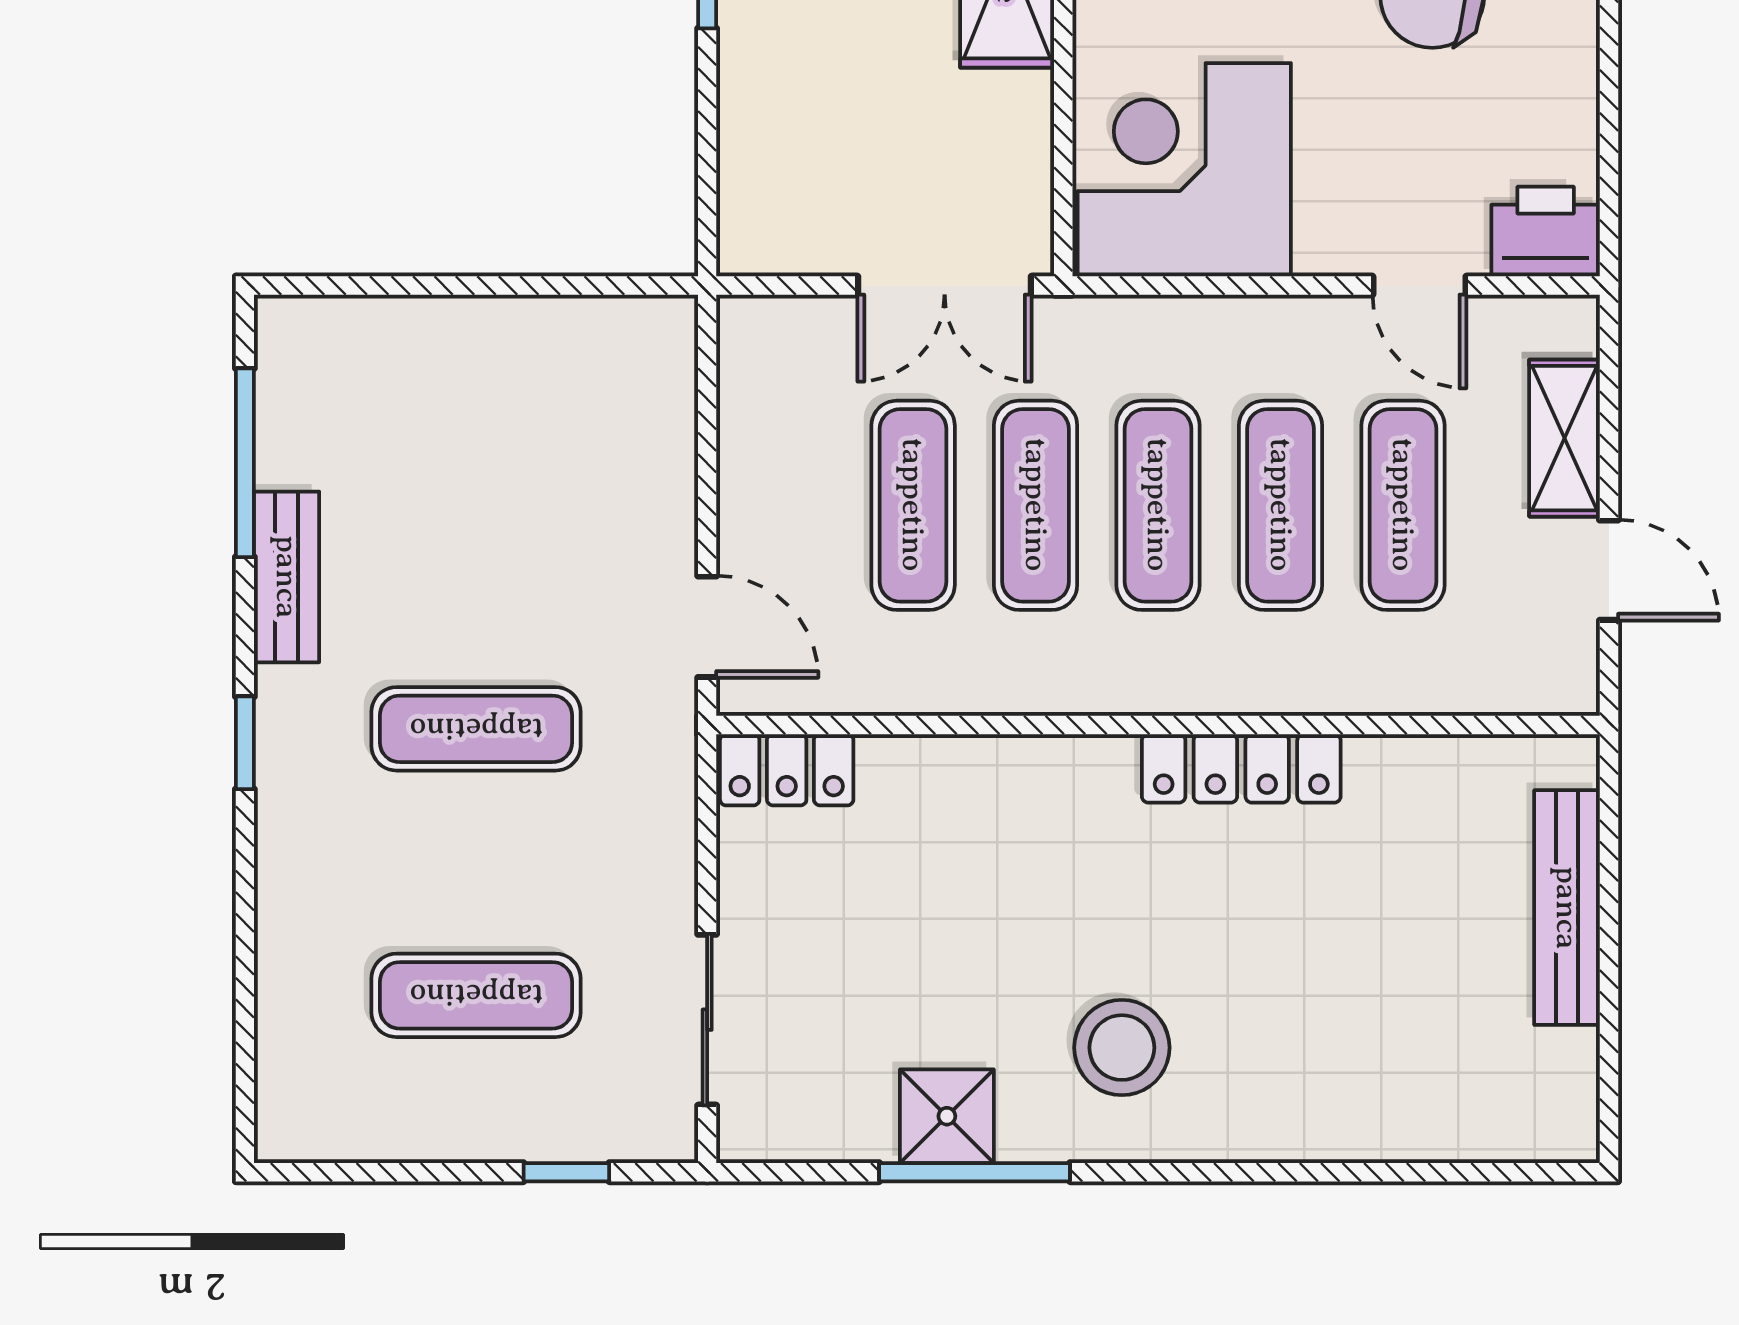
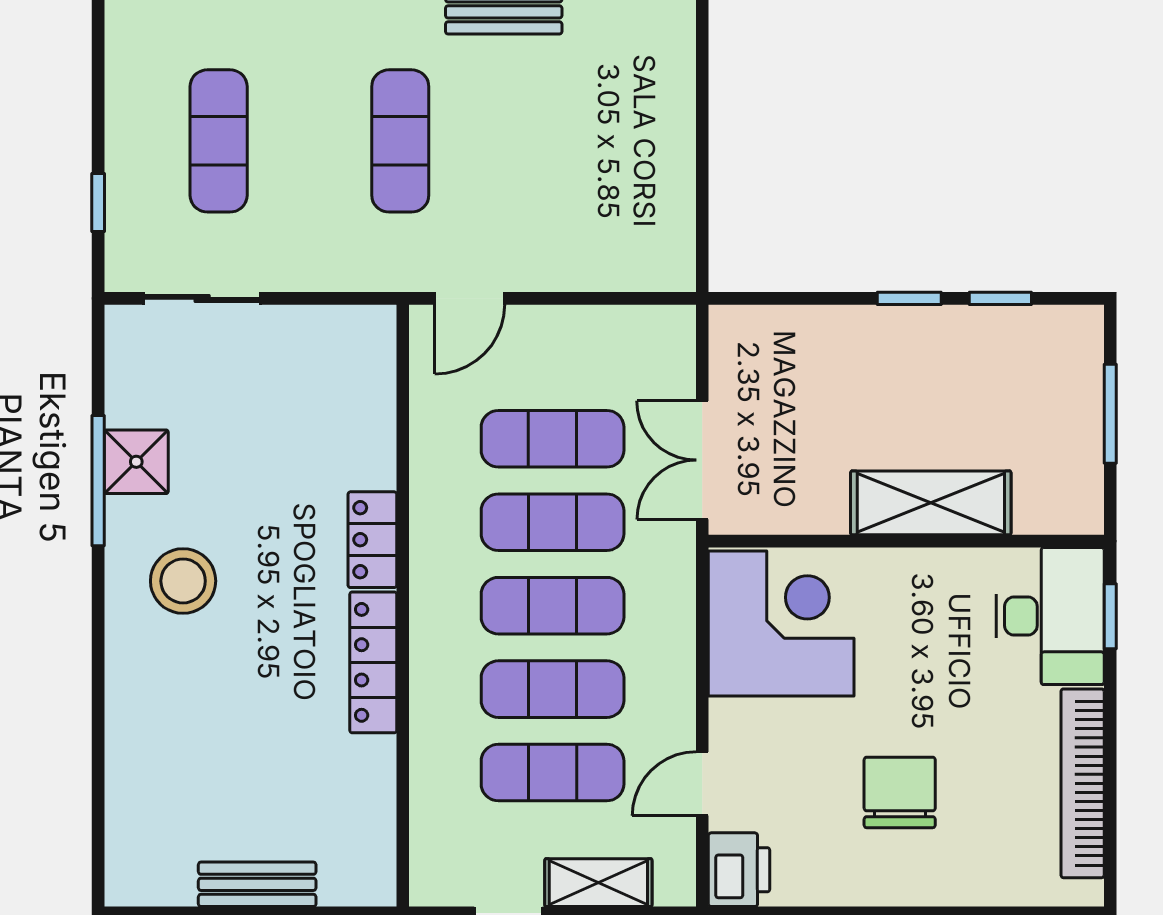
locker: (787, 770) -> (372, 540), moved
bench: (1567, 908) -> (257, 884), width x0.73

